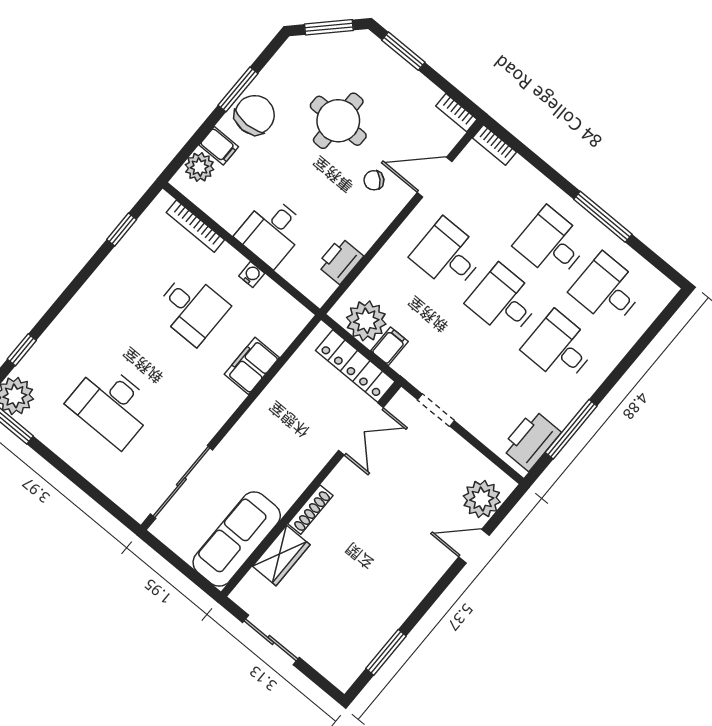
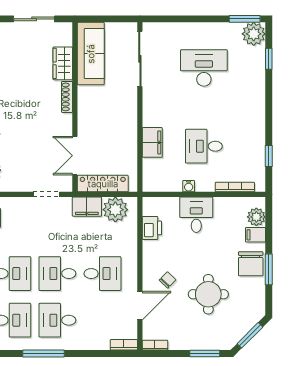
desk: (551, 244) -> (57, 320), turned 180
desk: (504, 301) -> (57, 274), turned 180
filing cabinet: (389, 346) -> (87, 207), width x2.00

